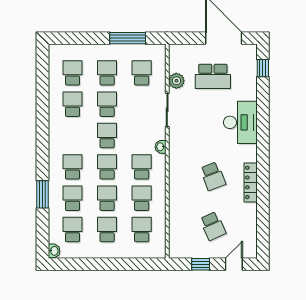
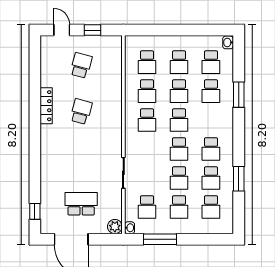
plant: (176, 81) -> (115, 227), moved
window: (43, 103) -> (239, 179), added
desk: (240, 122) -> (56, 161), removed
washbasin: (160, 147) -> (130, 228), moved
school desk: (72, 167) -> (211, 149), moved
school desk: (213, 176) -> (81, 112), turned 36
school desk: (213, 226) -> (81, 65), turned 39
door: (234, 264) -> (62, 30), swing flipped

